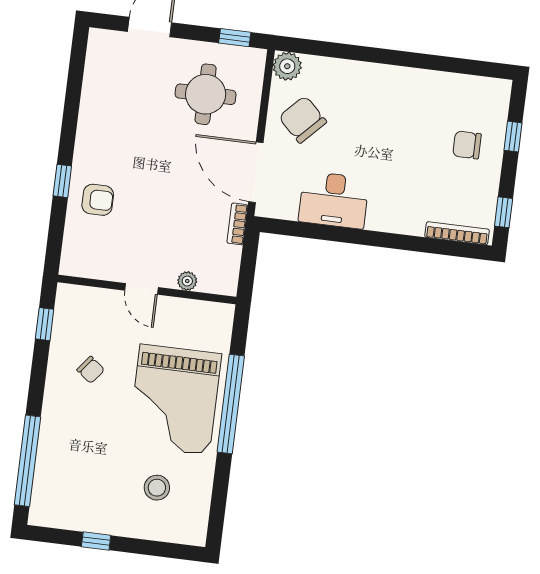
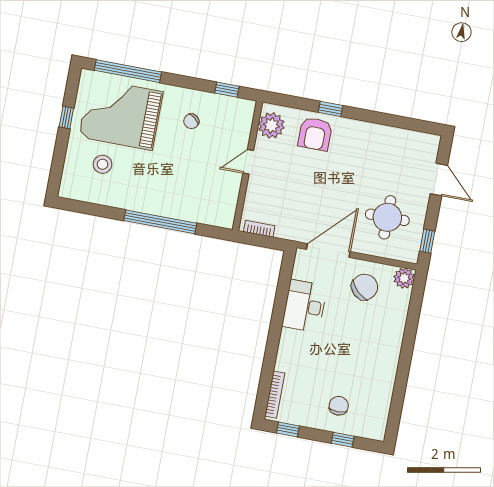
armchair: (98, 200) -> (315, 134), width x1.38, depth x1.38
bookcase: (237, 224) -> (259, 229), moved
plant: (187, 281) -> (271, 125), moved, width x1.87, depth x1.87
grand piano: (175, 400) -> (121, 114), moved

